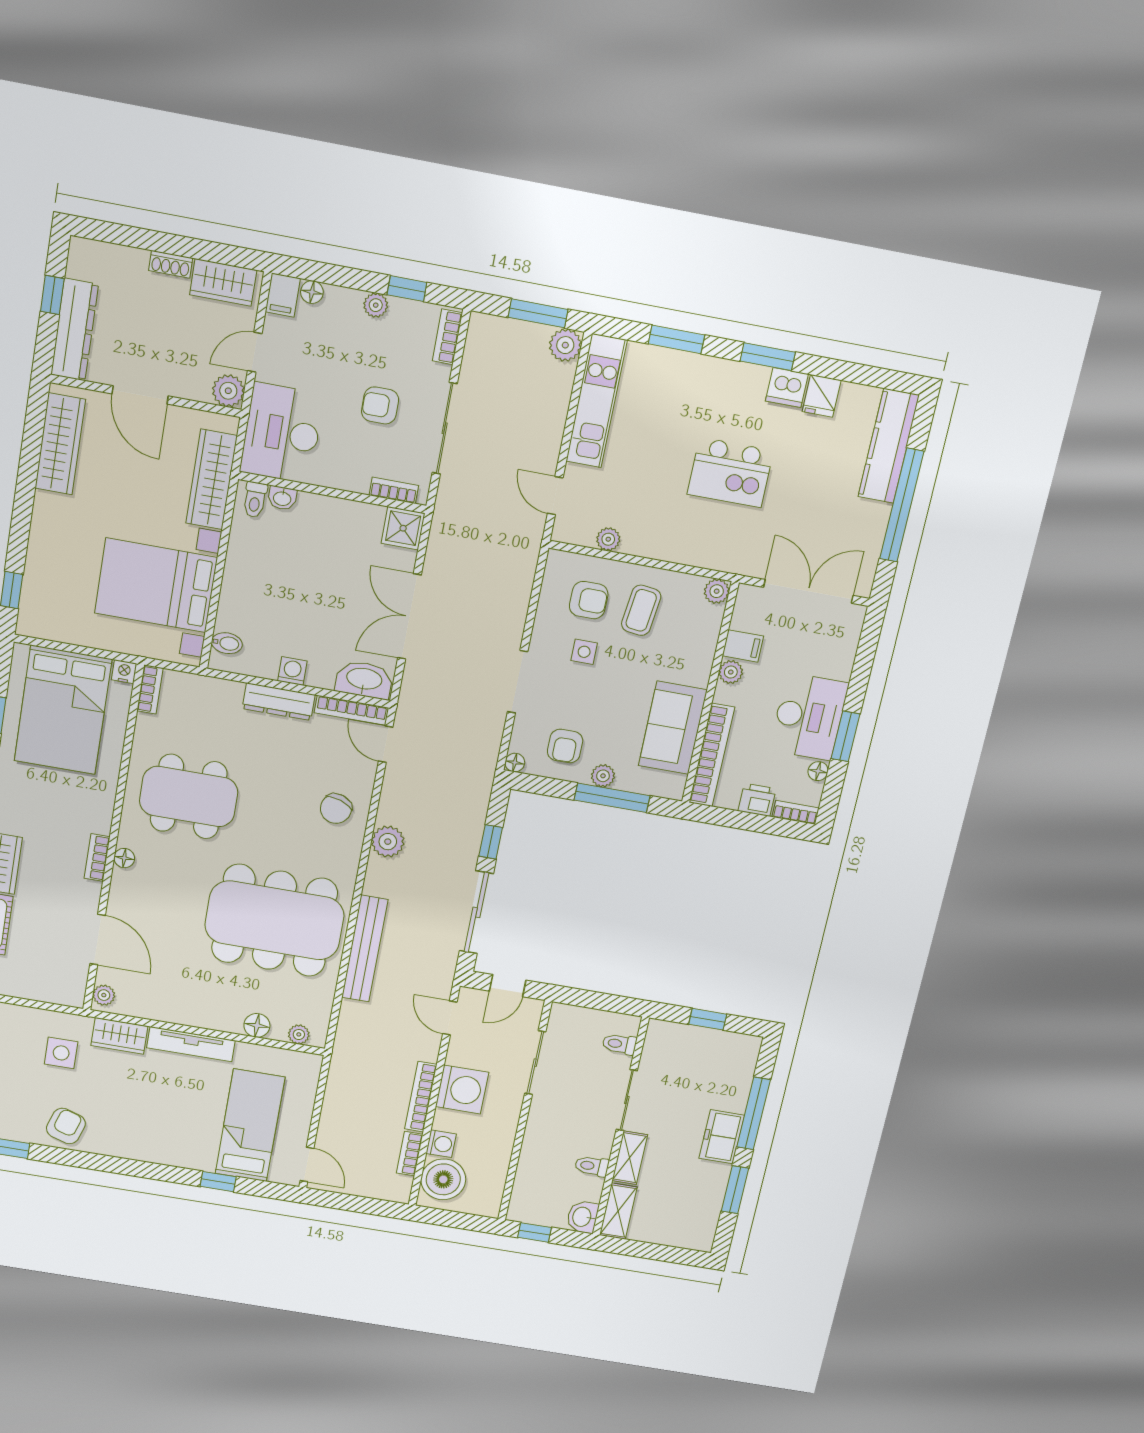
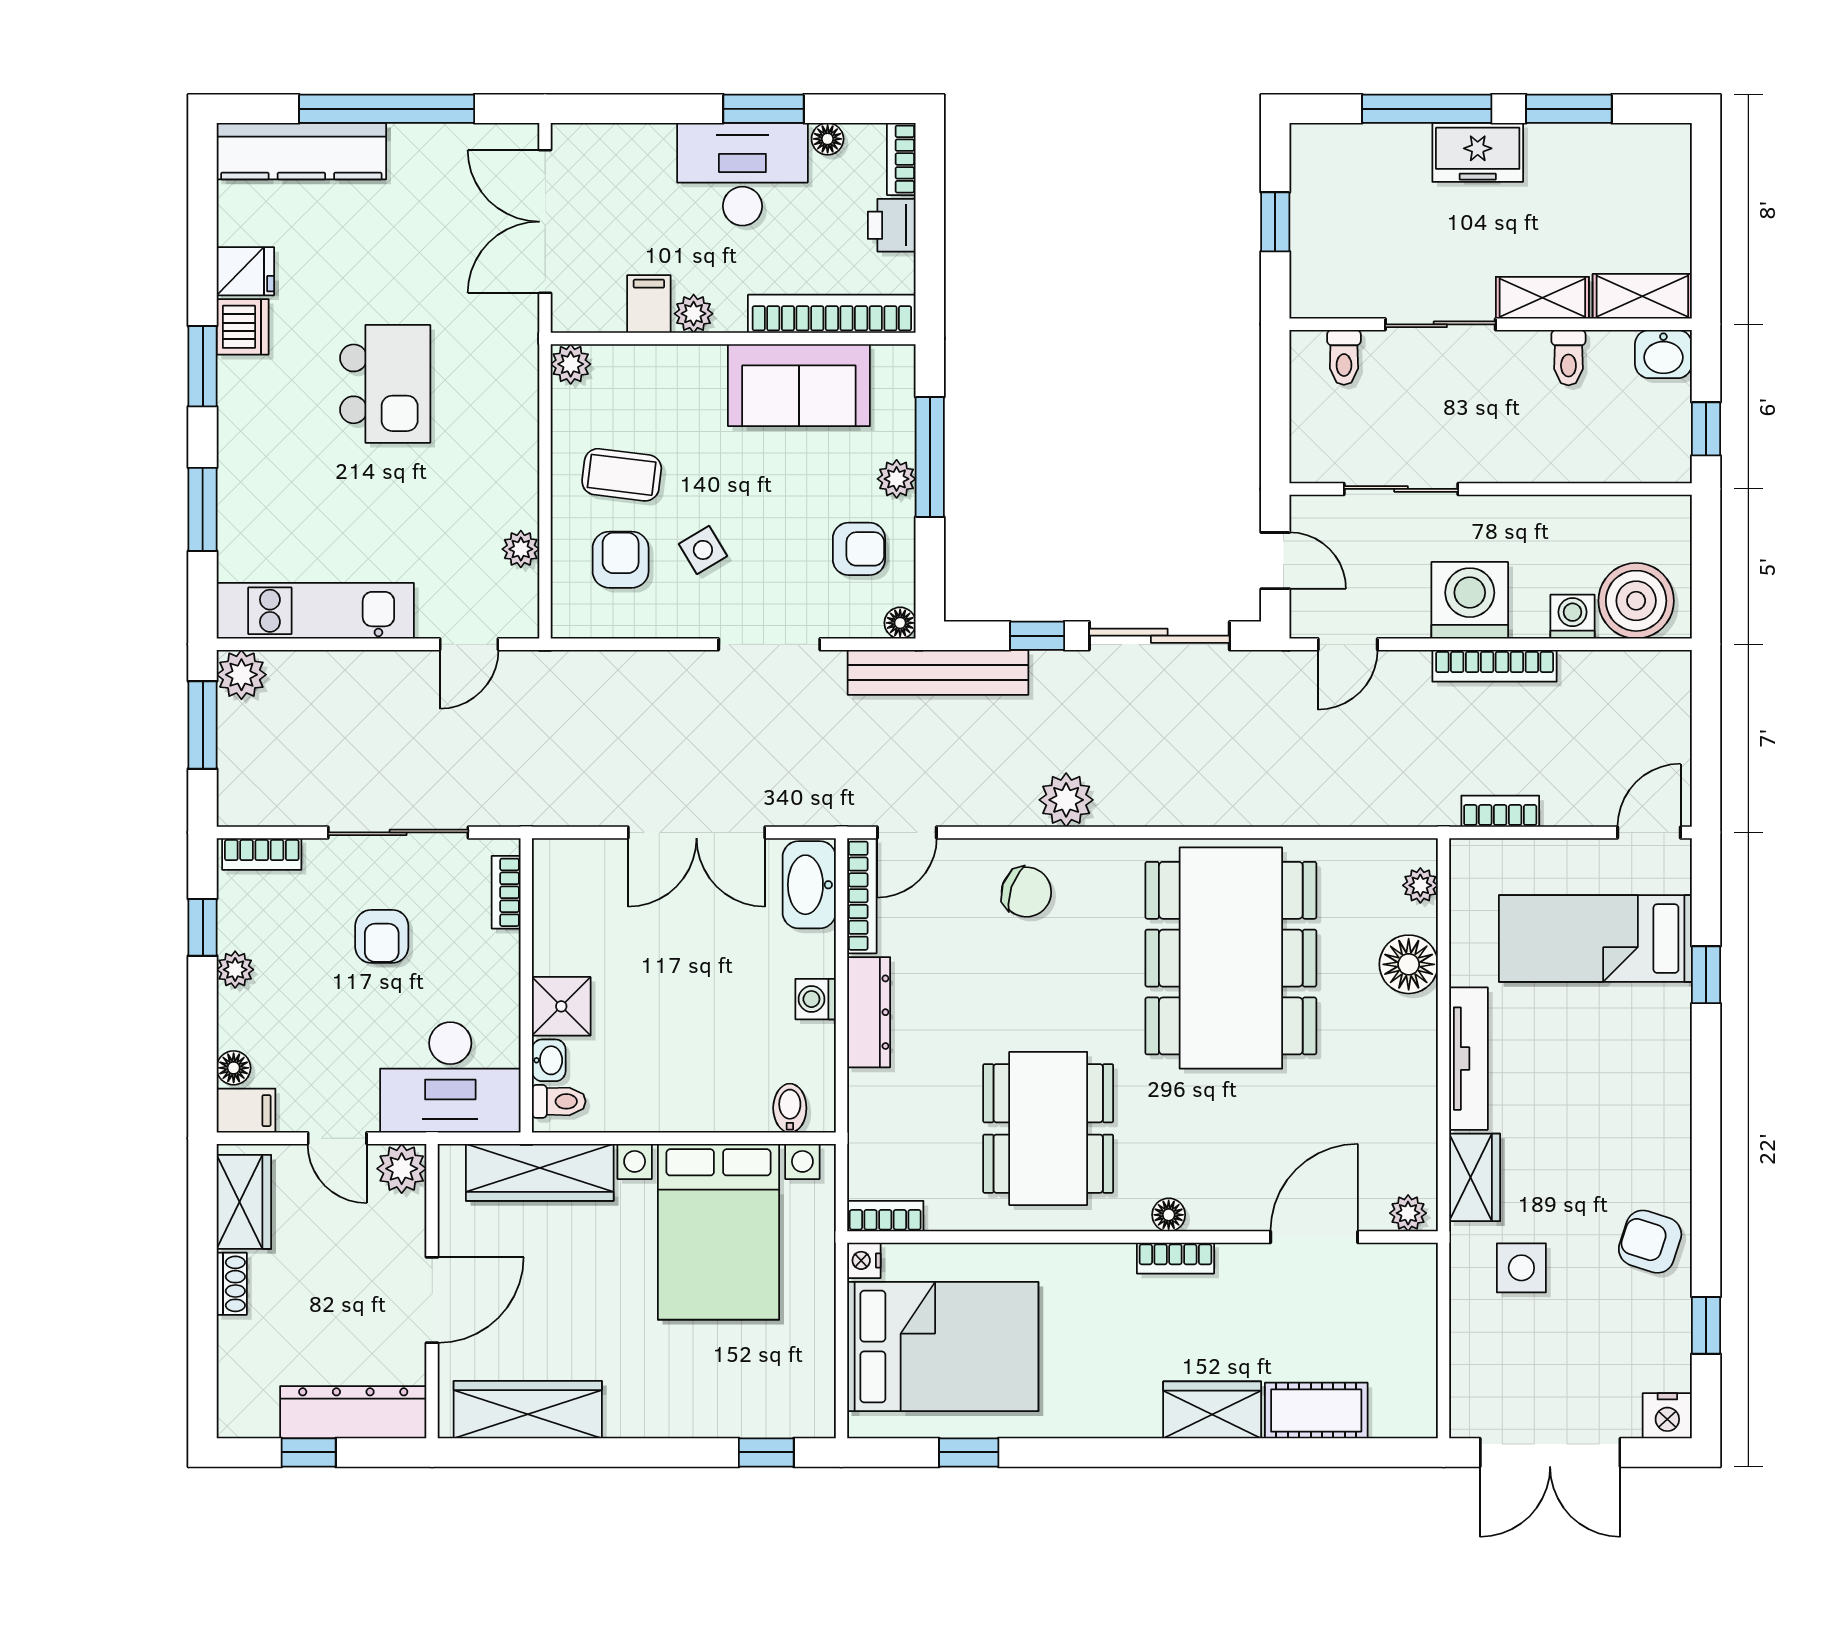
shower: (403, 528) -> (561, 1006), moved
side table: (584, 652) -> (703, 550), turned -31
bench: (365, 949) -> (938, 672), moved
floor lamp: (257, 1025) -> (1409, 964), width x1.38, depth x1.38
bookcase: (410, 1154) -> (1500, 811), moved, turned 180

